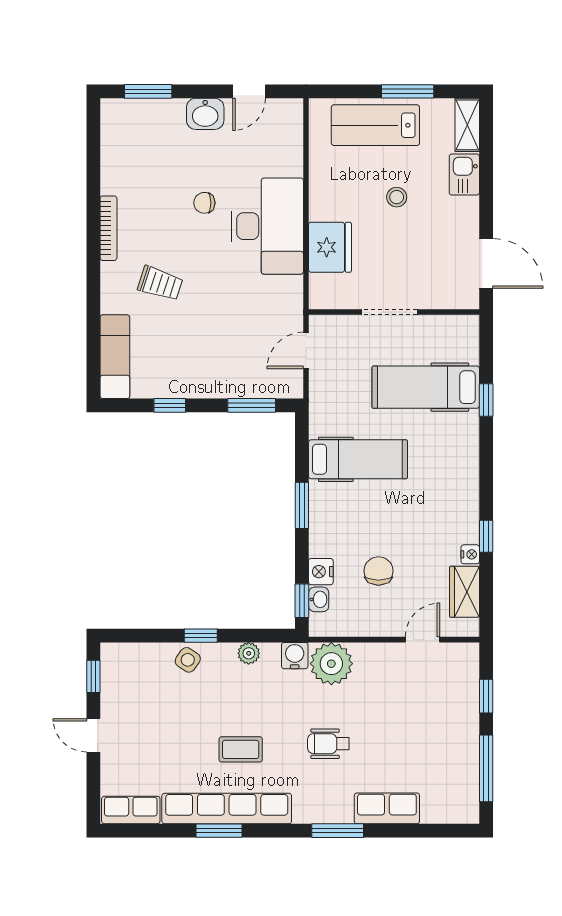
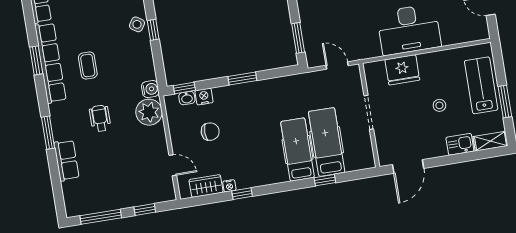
hospital bed: (358, 459) -> (297, 149), moved, turned 180
plant: (249, 653) -> (147, 61), removed

